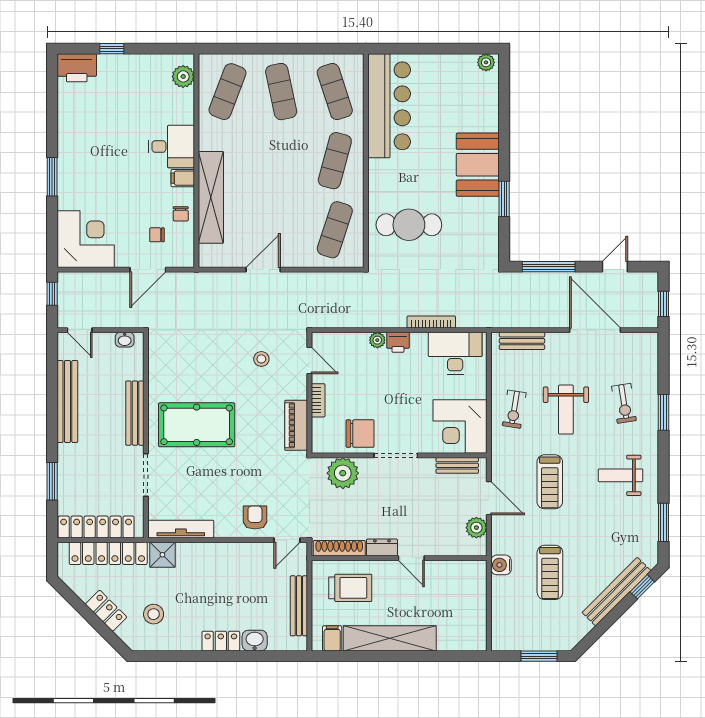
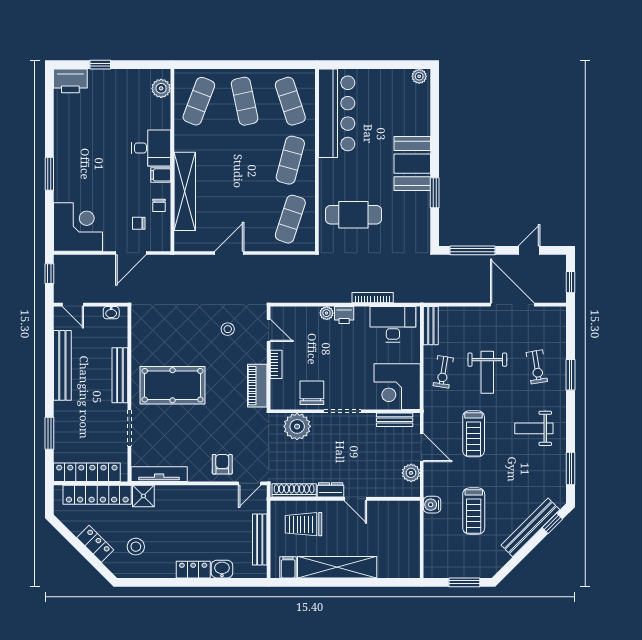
bench: (522, 341) -> (431, 326), moved, turned 90
chair: (360, 434) -> (312, 393), turned -90
trolley: (350, 588) -> (304, 524), turned 180

